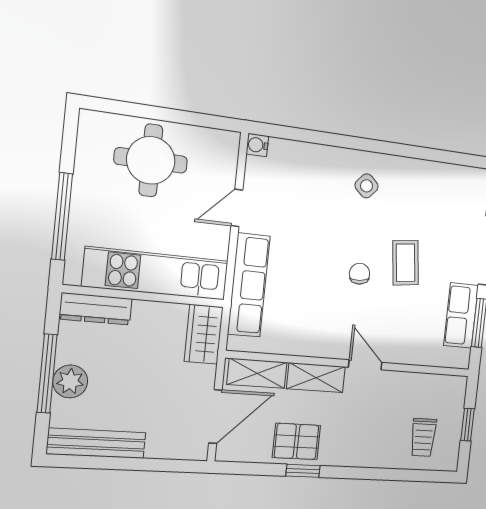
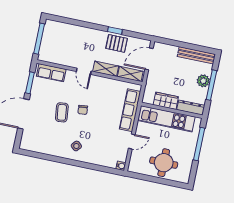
row of seats: (461, 315) -> (51, 73), moved, turned 90
wardrobe: (204, 334) -> (166, 101), moved, turned -90
window: (468, 425) -> (39, 39), width x2.17
trolley: (423, 437) -> (60, 36), removed

